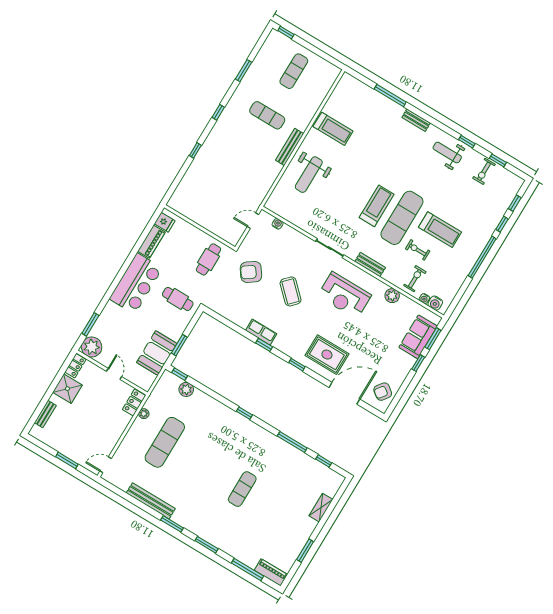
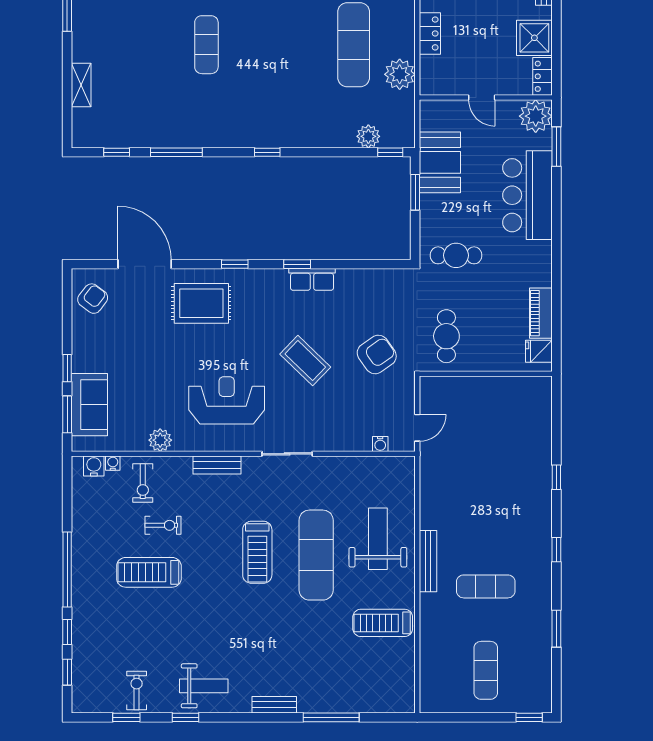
exercise mat: (402, 218) -> (316, 555), moved
bar counter: (136, 283) -> (527, 195), moved
door: (344, 393) -> (145, 264), swing flipped
locker: (134, 402) -> (430, 33), moved
plant: (144, 414) -> (400, 74), width x1.88, depth x1.88

